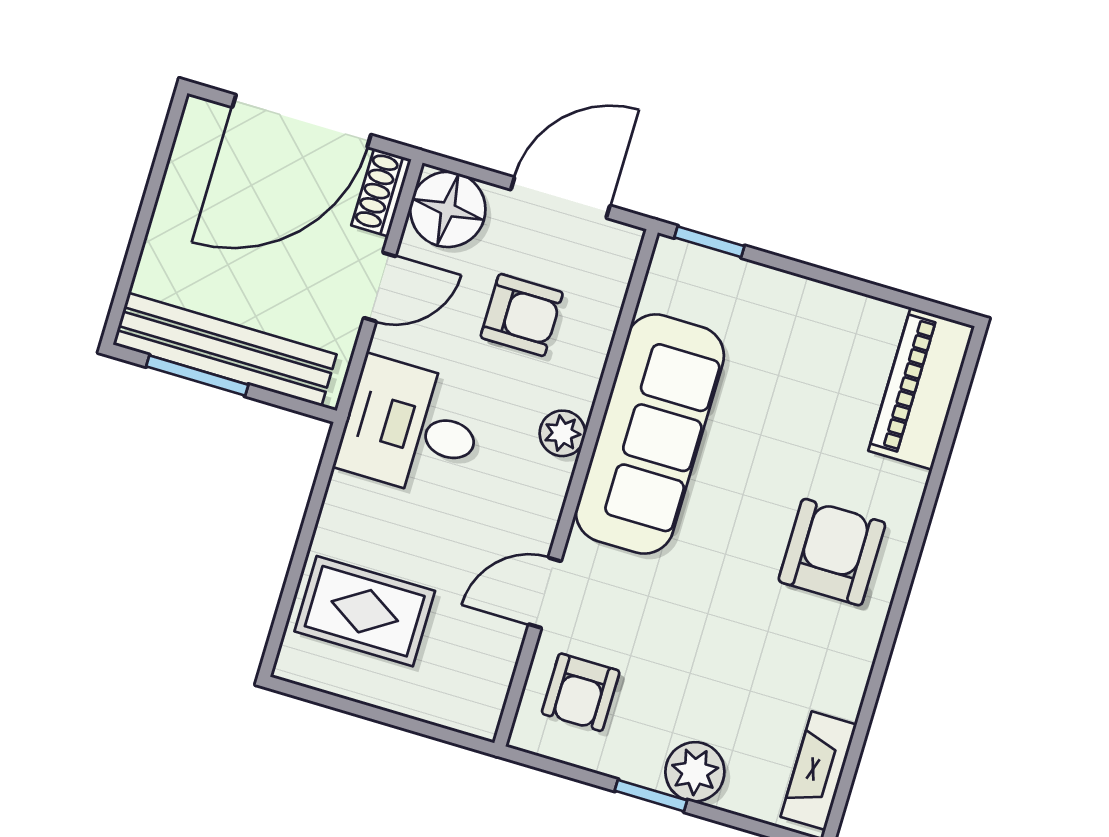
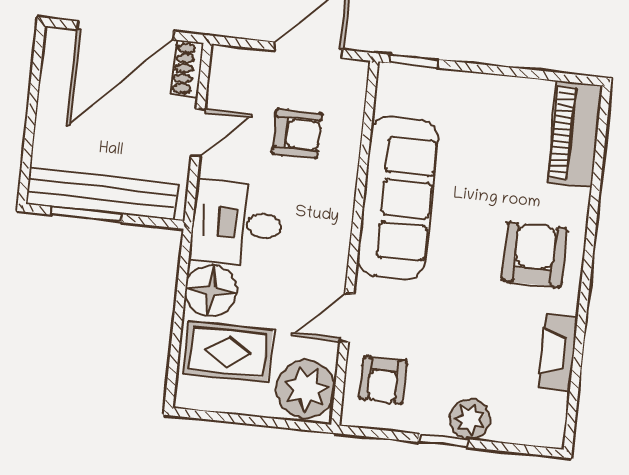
floor lamp: (448, 209) -> (211, 291), moved
plant: (562, 433) -> (306, 389), moved, width x1.88, depth x1.88
fireplace: (819, 771) -> (558, 353), moved

